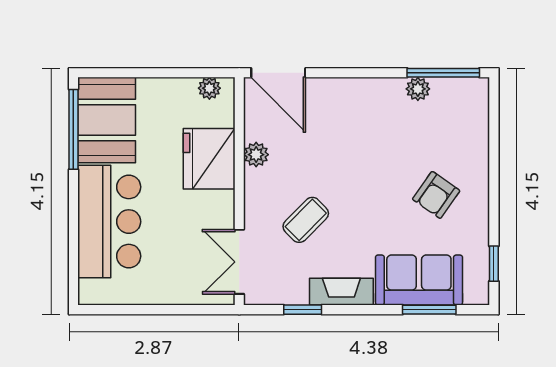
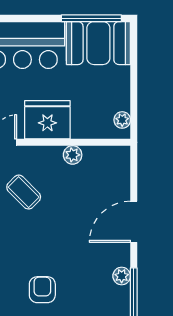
door: (278, 73) -> (134, 222), moved
fridge: (209, 159) -> (47, 120), moved
armchair: (436, 195) -> (42, 290), turned 55

